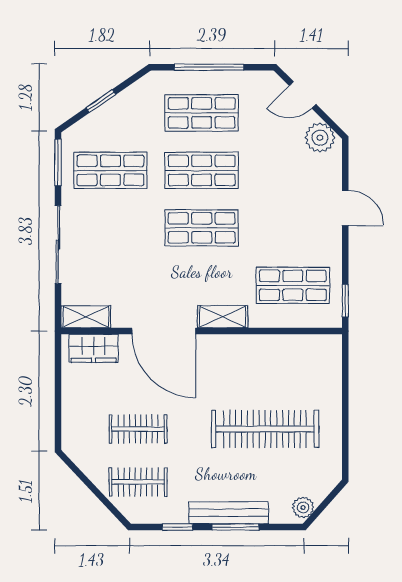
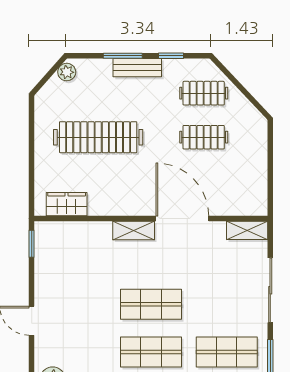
shop shelf: (293, 285) -> (75, 257), removed
wardrobe: (94, 348) -> (67, 204), moved
bench: (229, 513) -> (137, 68), width x0.73

